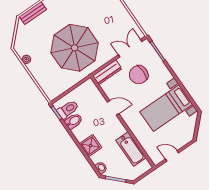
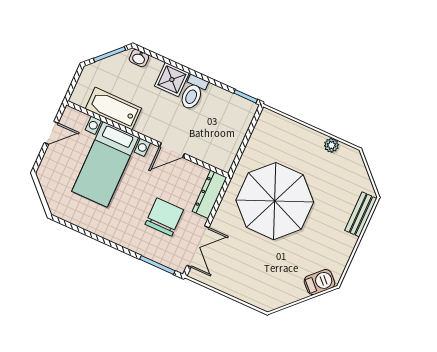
bed with nightstands: (166, 108) -> (105, 164), moved, turned 180
toilet: (68, 109) -> (193, 93), moved
bidet: (74, 121) -> (216, 99), removed

